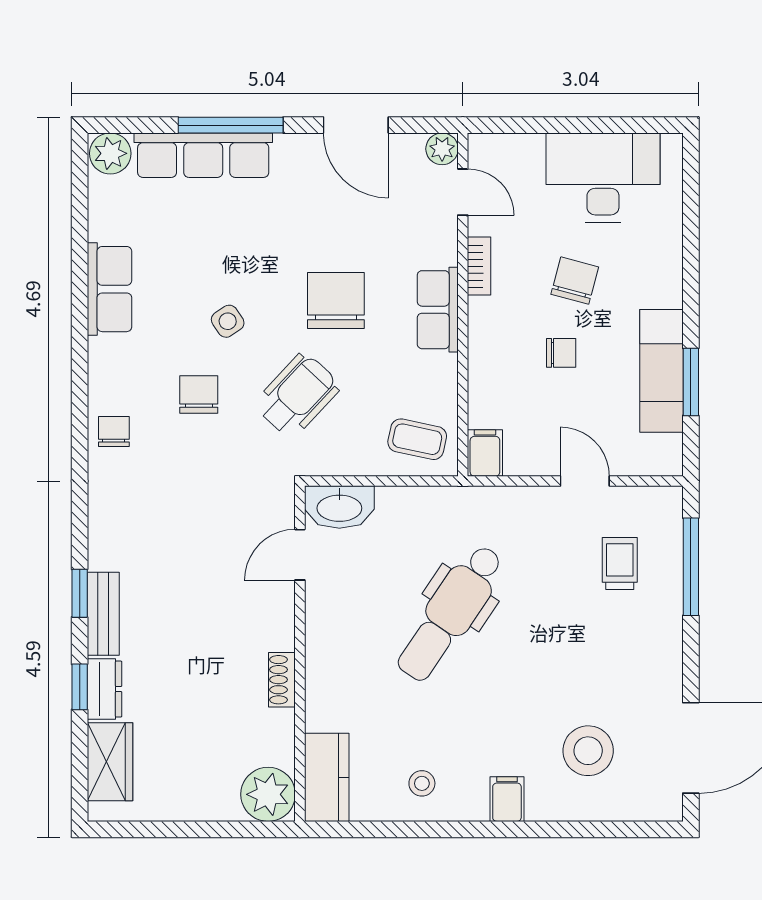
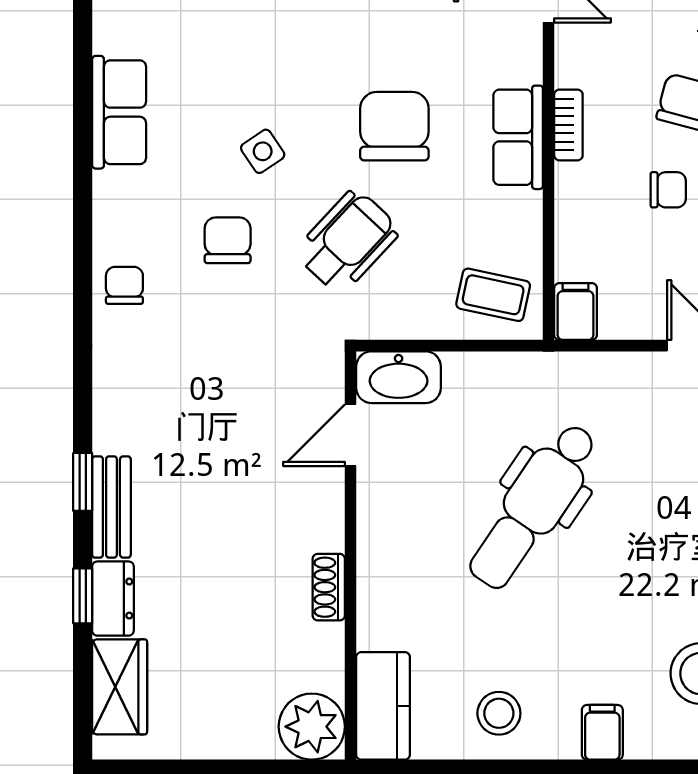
bookcase: (479, 266) -> (568, 125), moved
stool: (422, 783) -> (499, 713), width x1.37, depth x1.37

